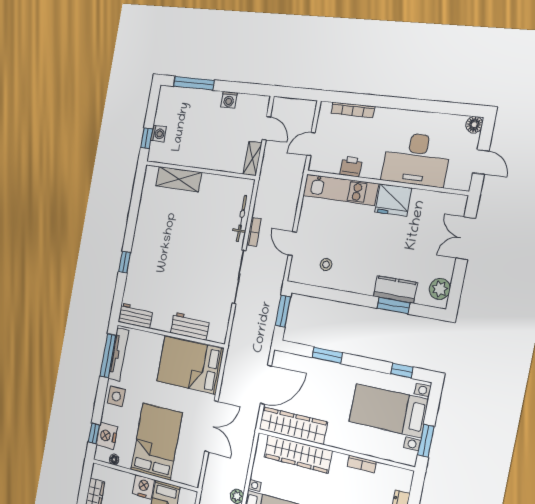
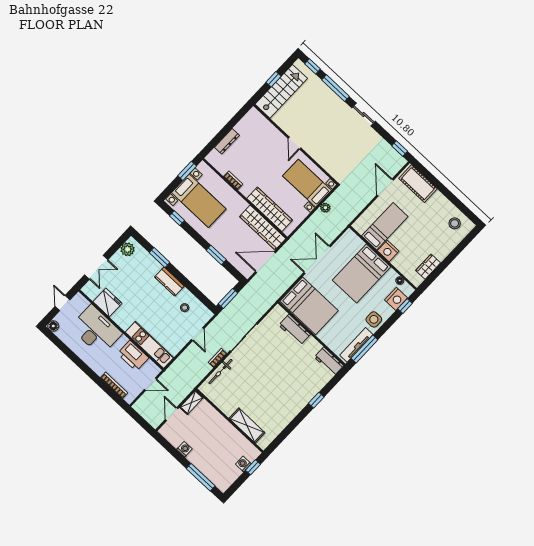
printer: (351, 167) -> (133, 356), width x1.87, depth x1.48
fridge: (393, 200) -> (108, 302), moved
kitchen counter: (395, 290) -> (169, 281), moved

